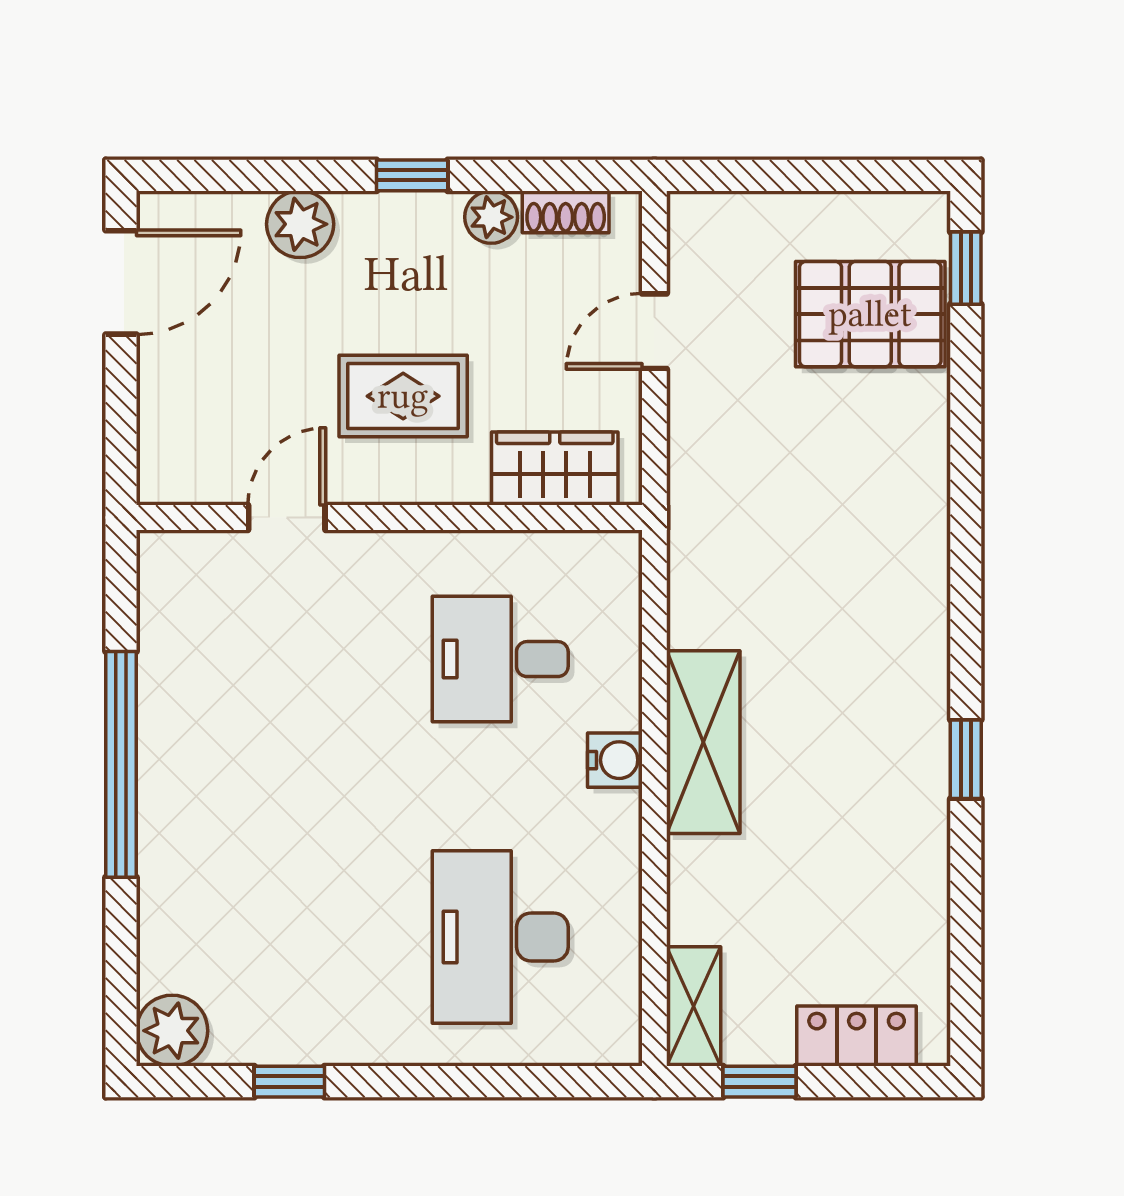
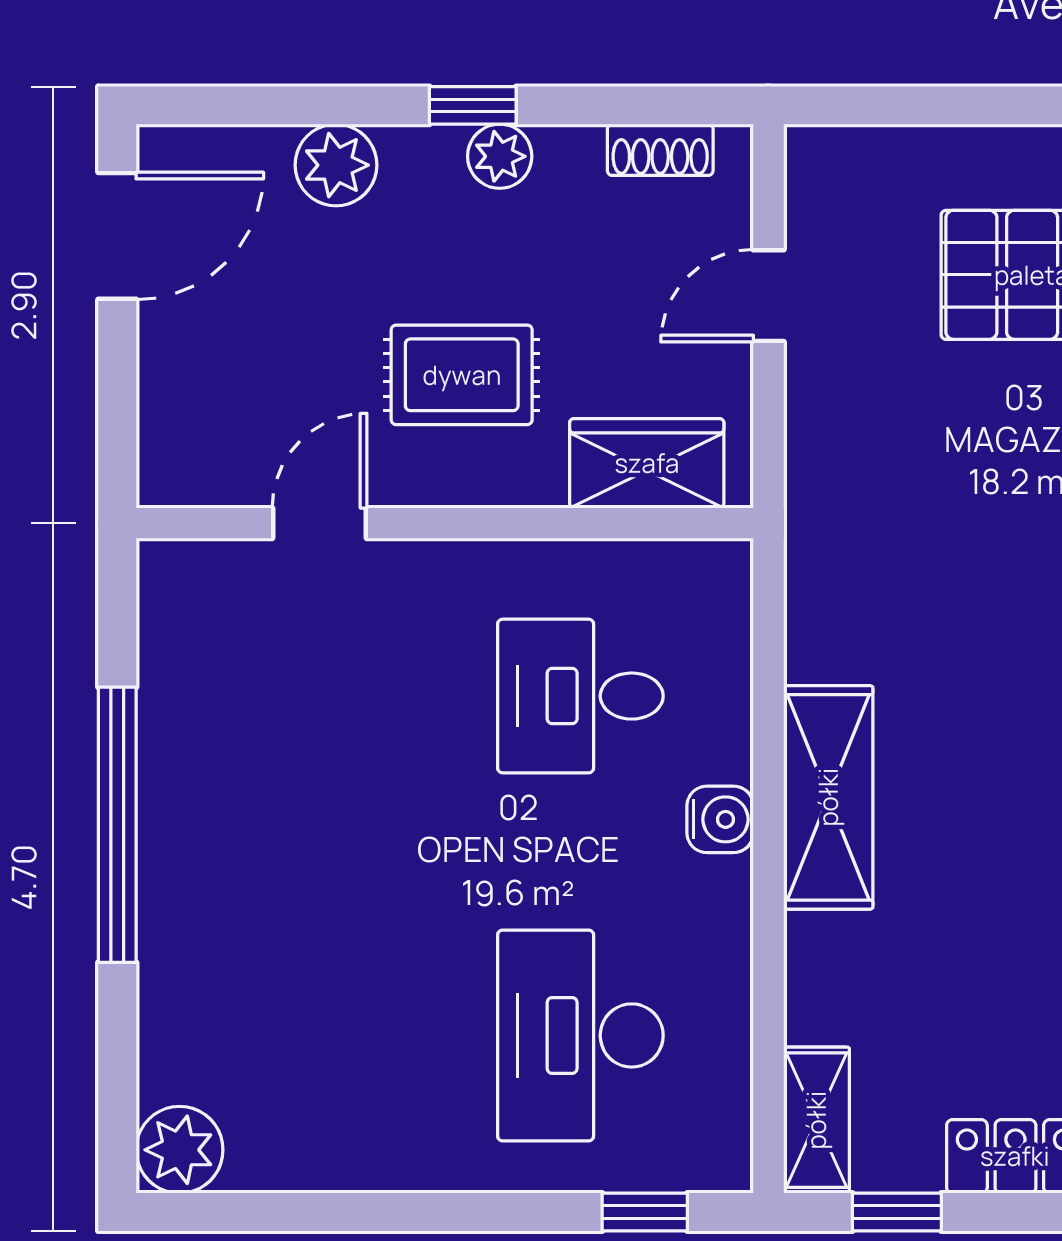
plant: (491, 217) -> (500, 156), moved
window: (289, 1082) -> (645, 1212), moved

